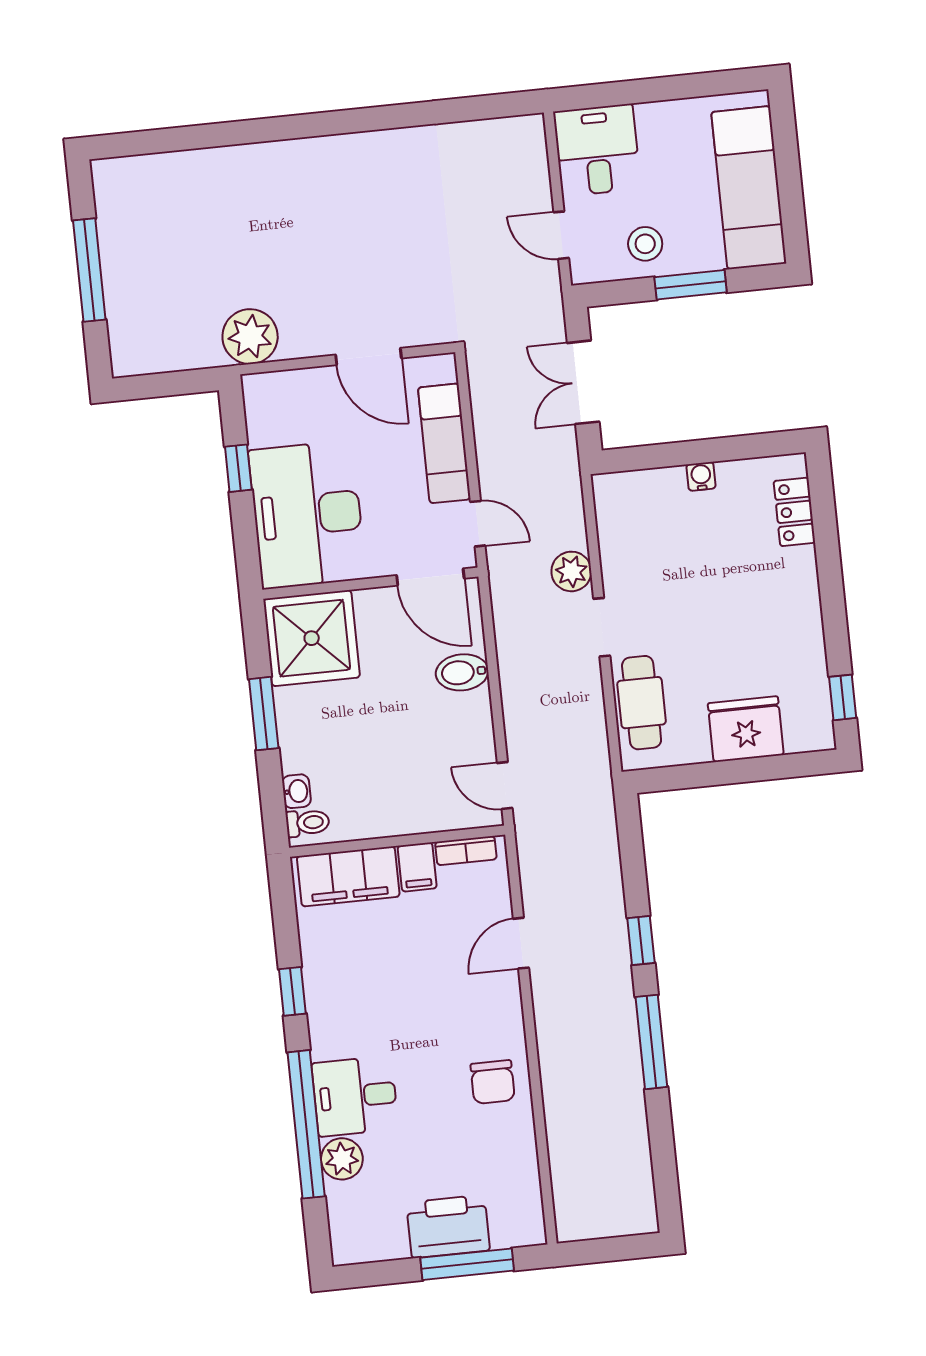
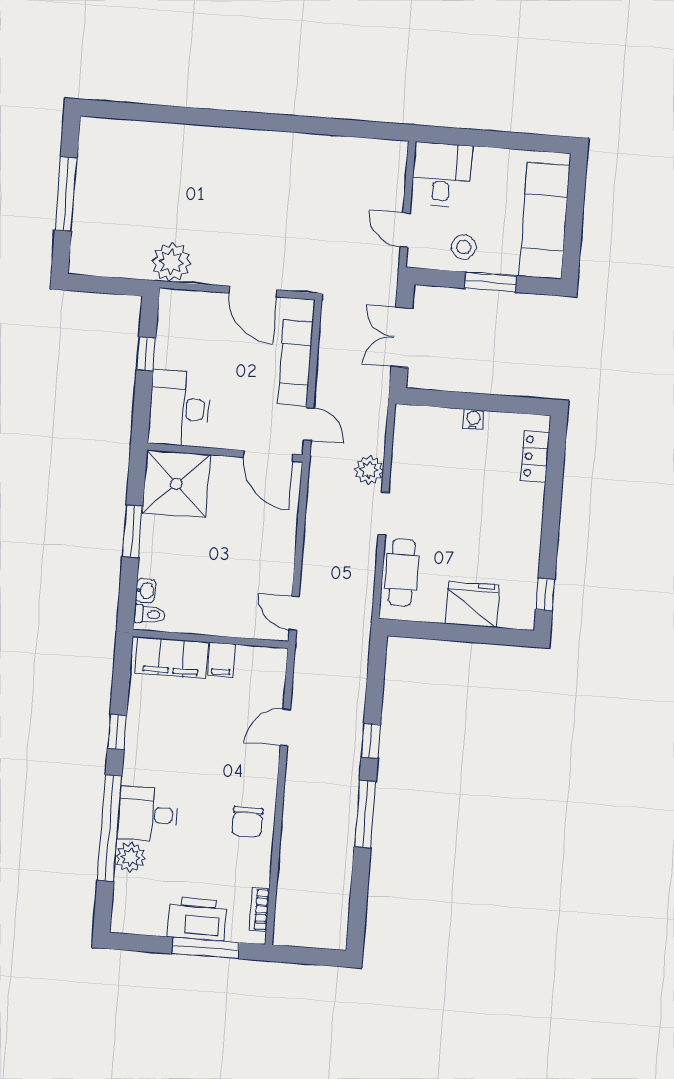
desk: (307, 515) -> (179, 408), width x0.73, depth x0.77
bidet: (462, 672) -> (278, 528), removed
bookcase: (466, 851) -> (259, 909), moved, turned 90

